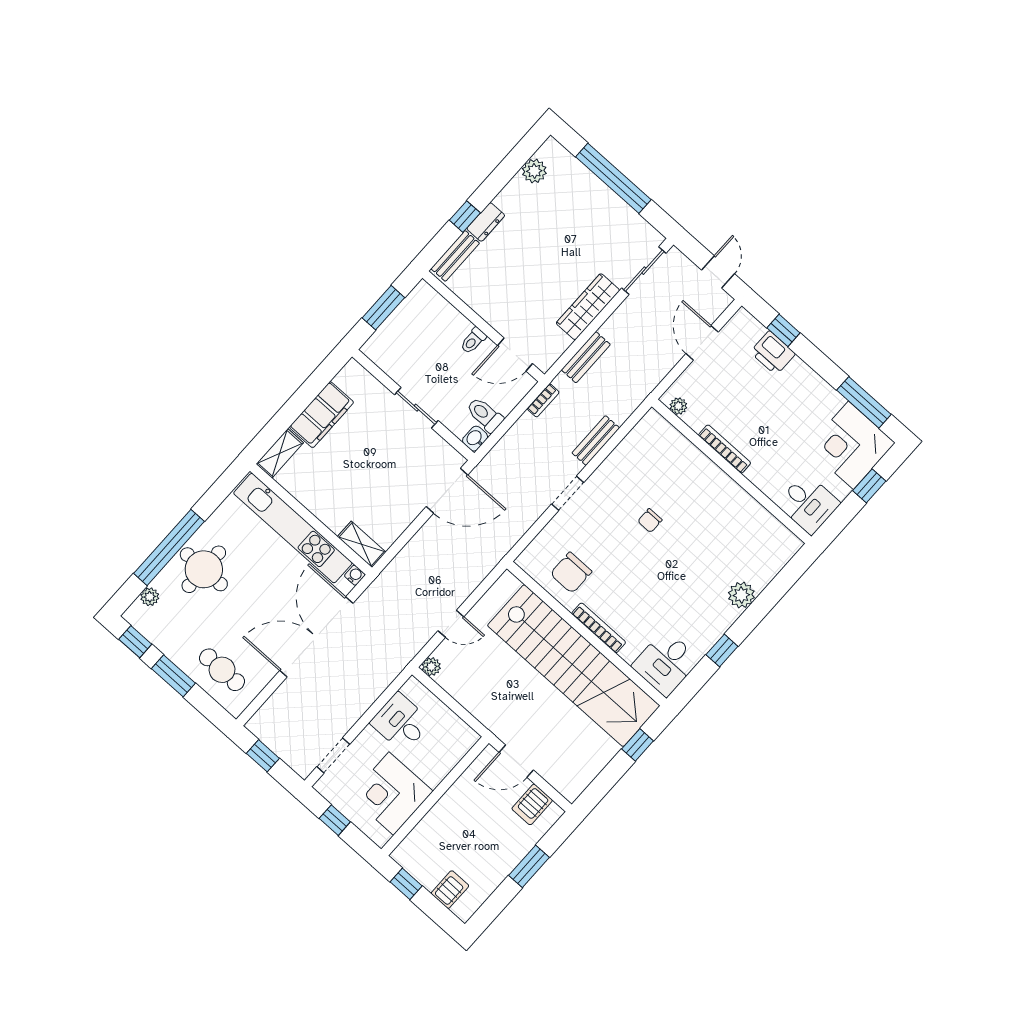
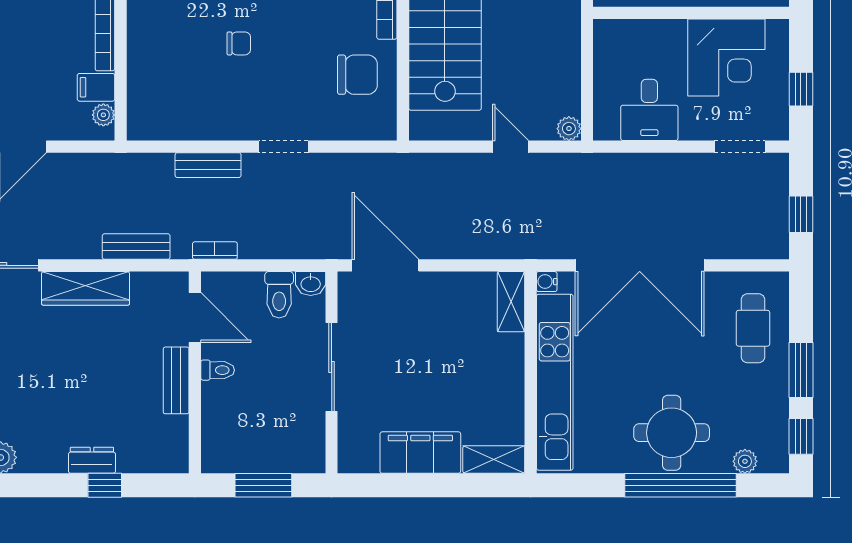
bench: (455, 256) -> (176, 380), moved, turned 90
sliding door: (416, 408) -> (332, 367), width x1.37
filing cabinet: (698, 416) -> (96, 87), added

